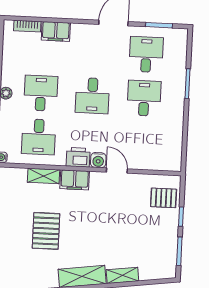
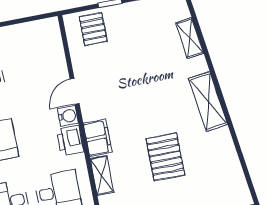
pallet: (46, 231) -> (165, 157), turned 90
shelving: (122, 275) -> (190, 38), moved

